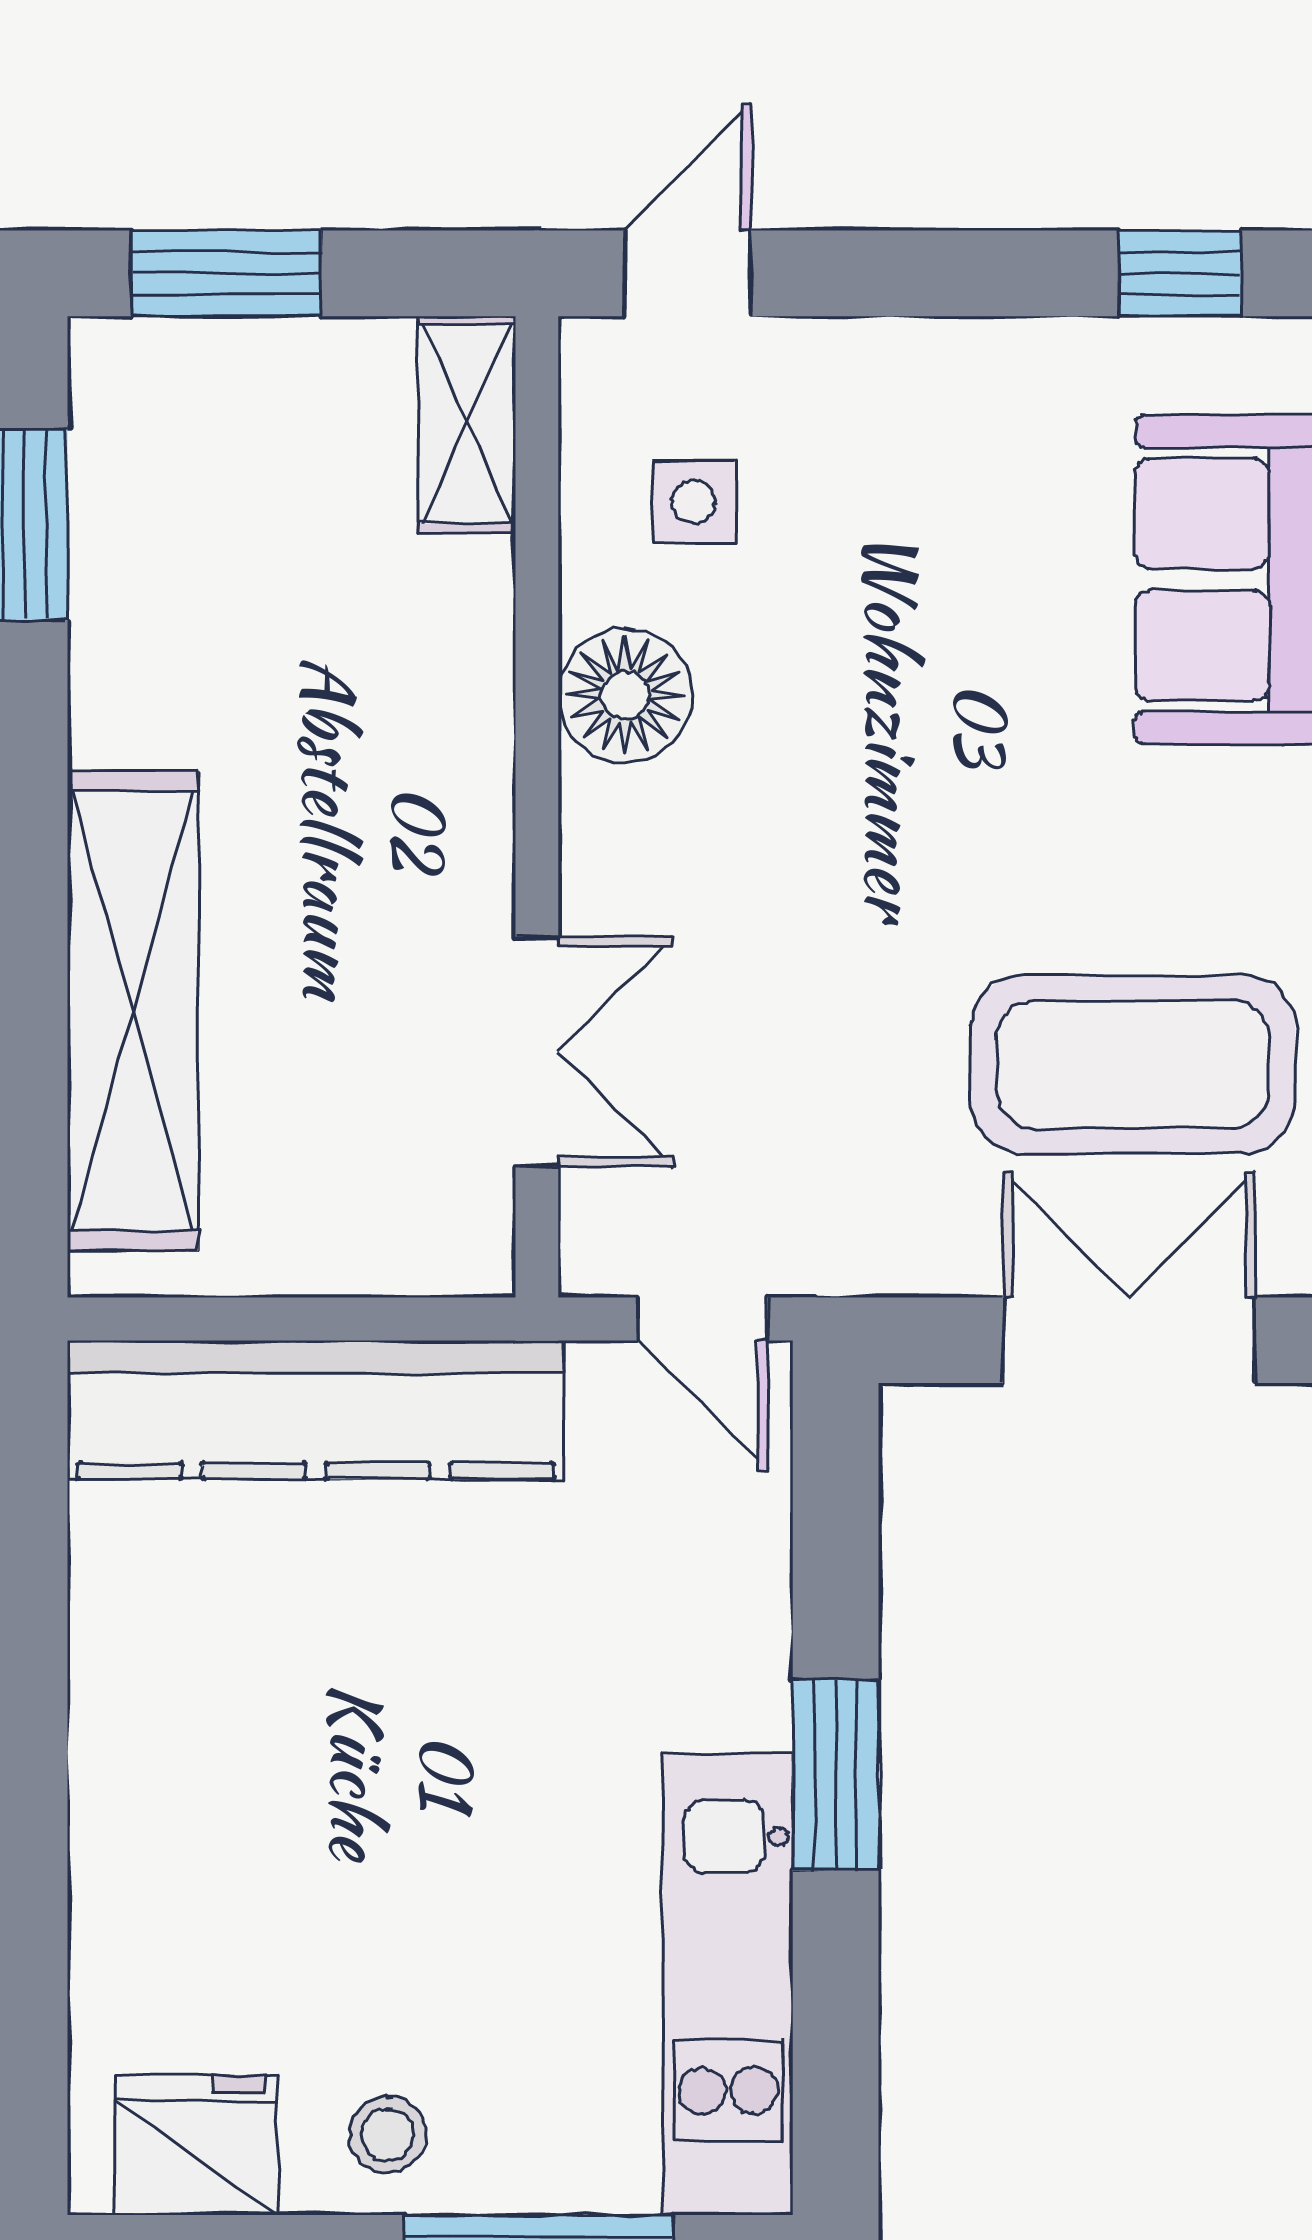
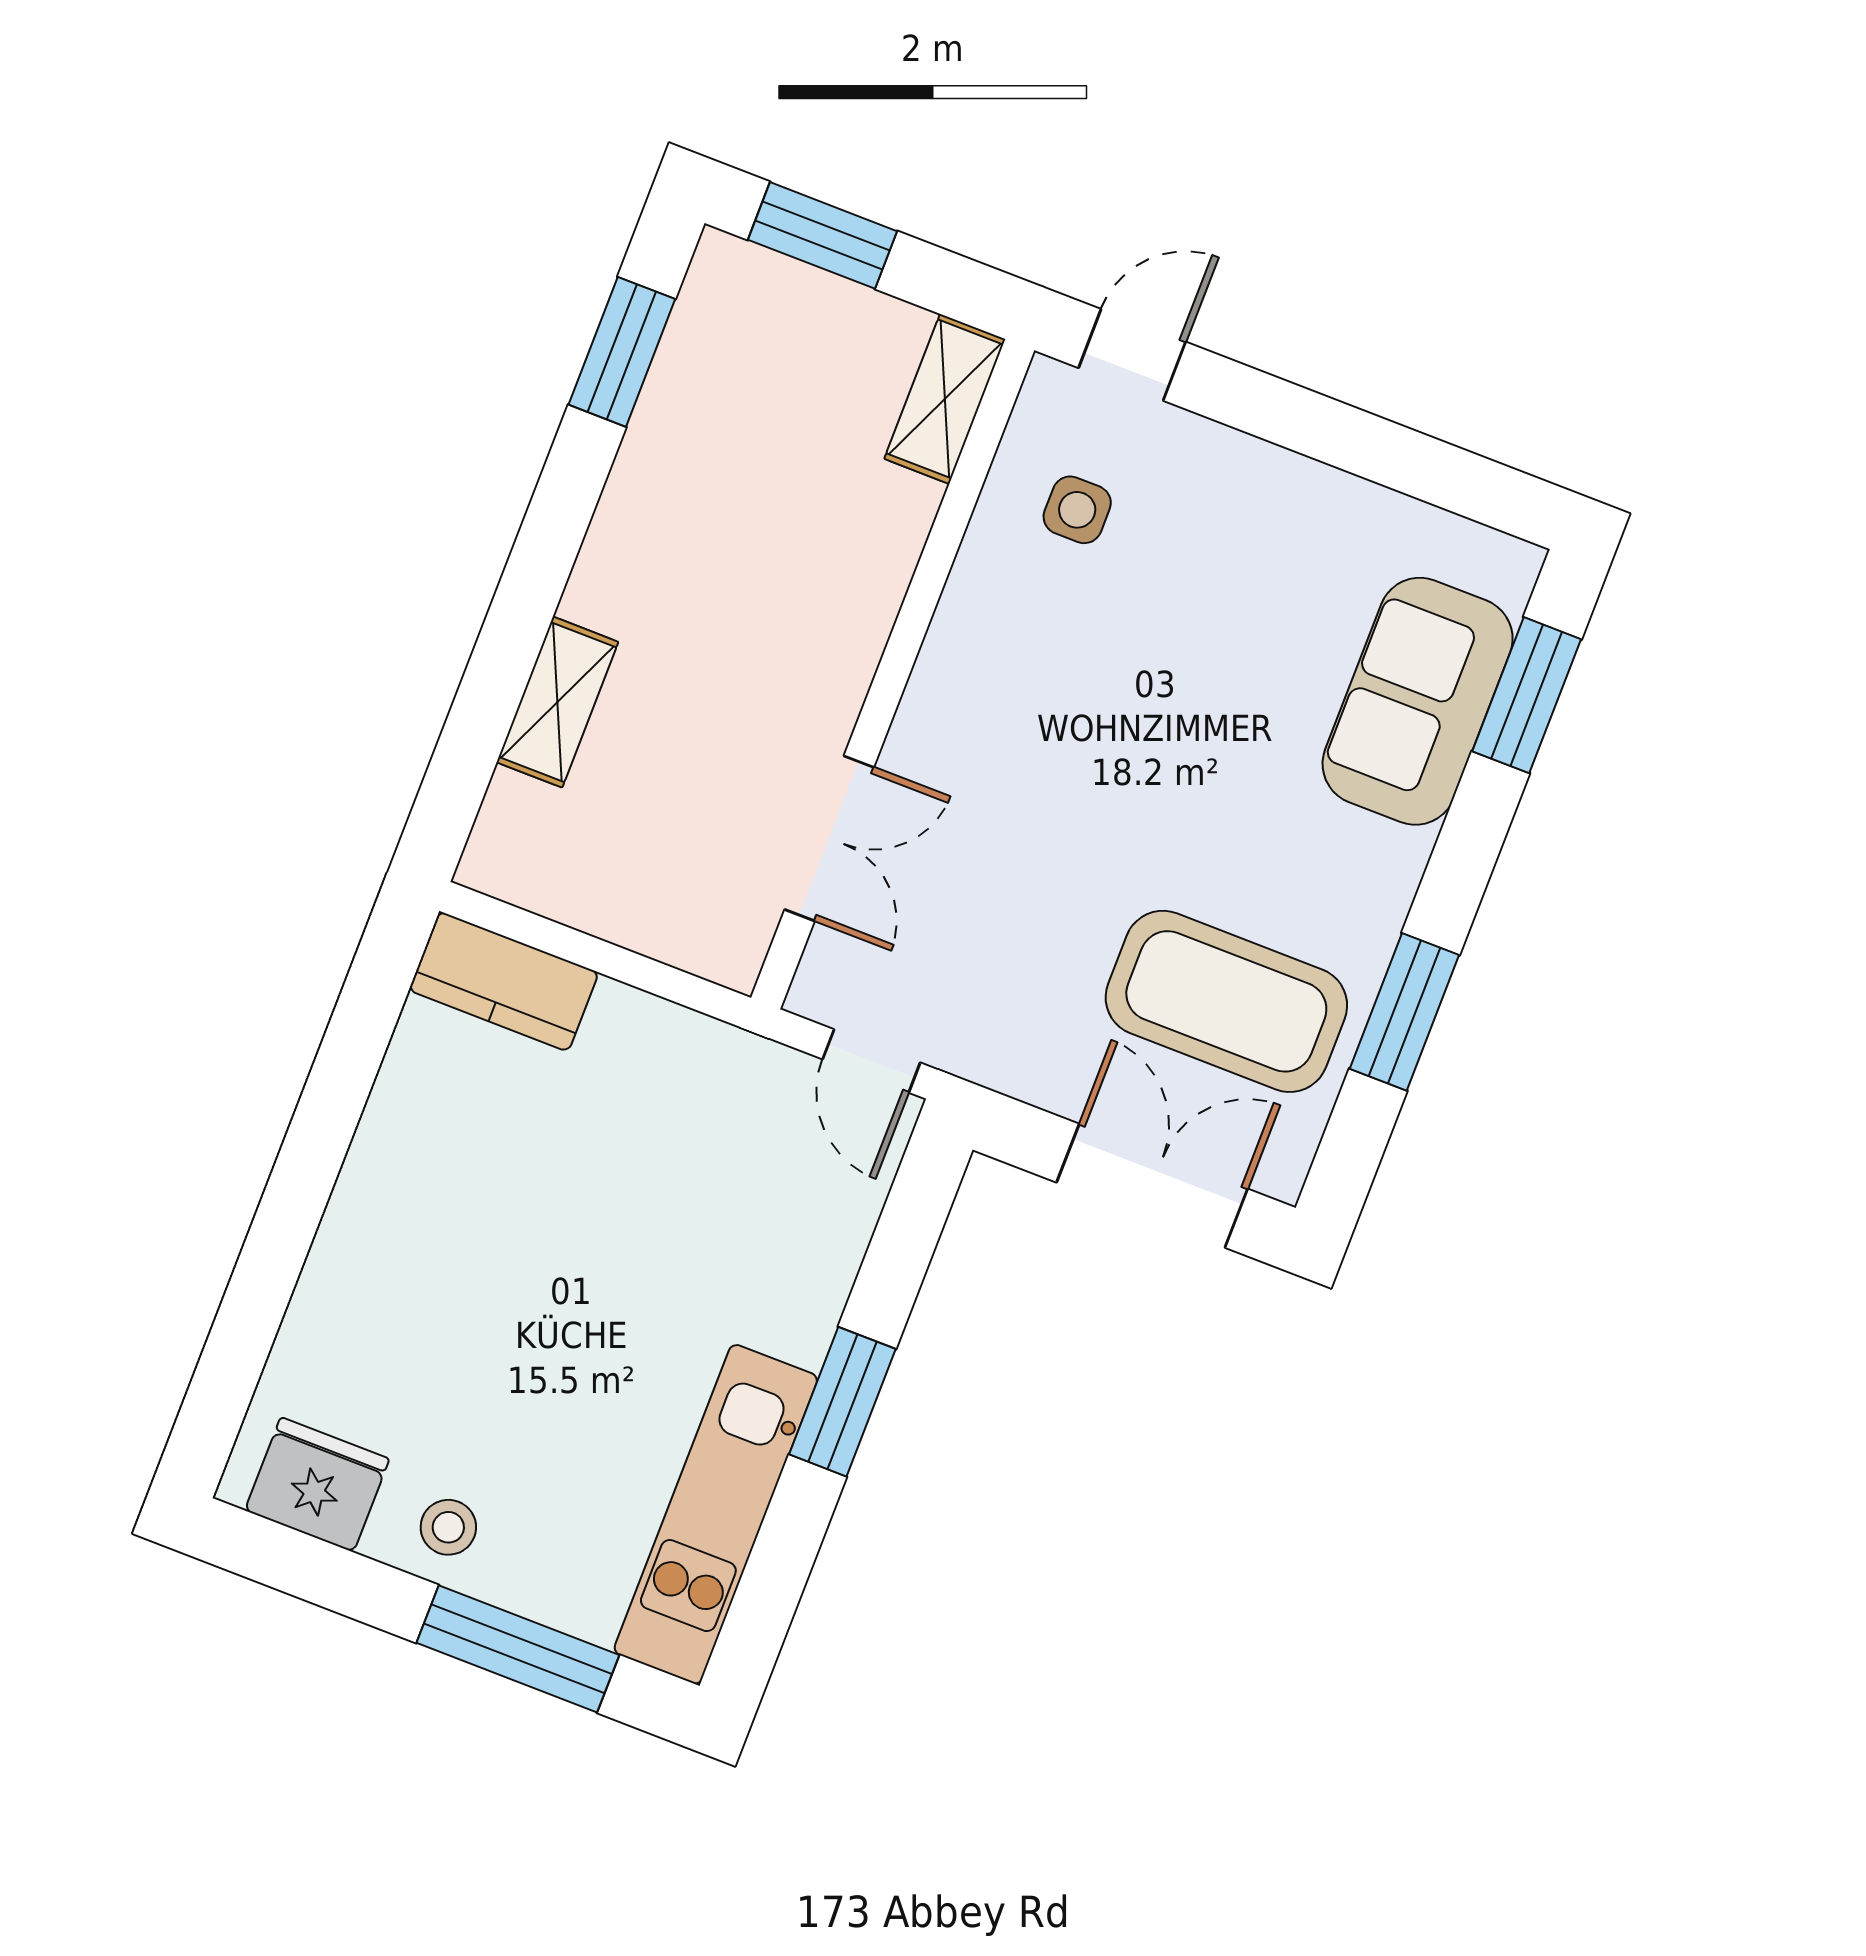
window: (1180, 273) -> (1463, 482), removed
floor lamp: (625, 695) -> (981, 622), removed
shelving: (133, 1011) -> (557, 702), width x0.45, depth x0.75
kitchen counter: (316, 1410) -> (504, 981), width x0.48, depth x0.86

